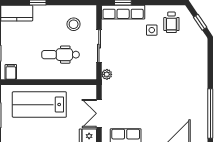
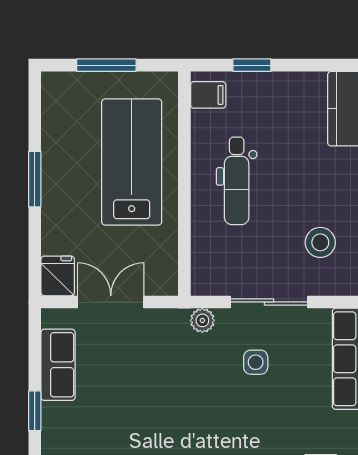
side table: (152, 30) -> (256, 362), moved
dental chair: (61, 55) -> (237, 181), moved, turned 180

